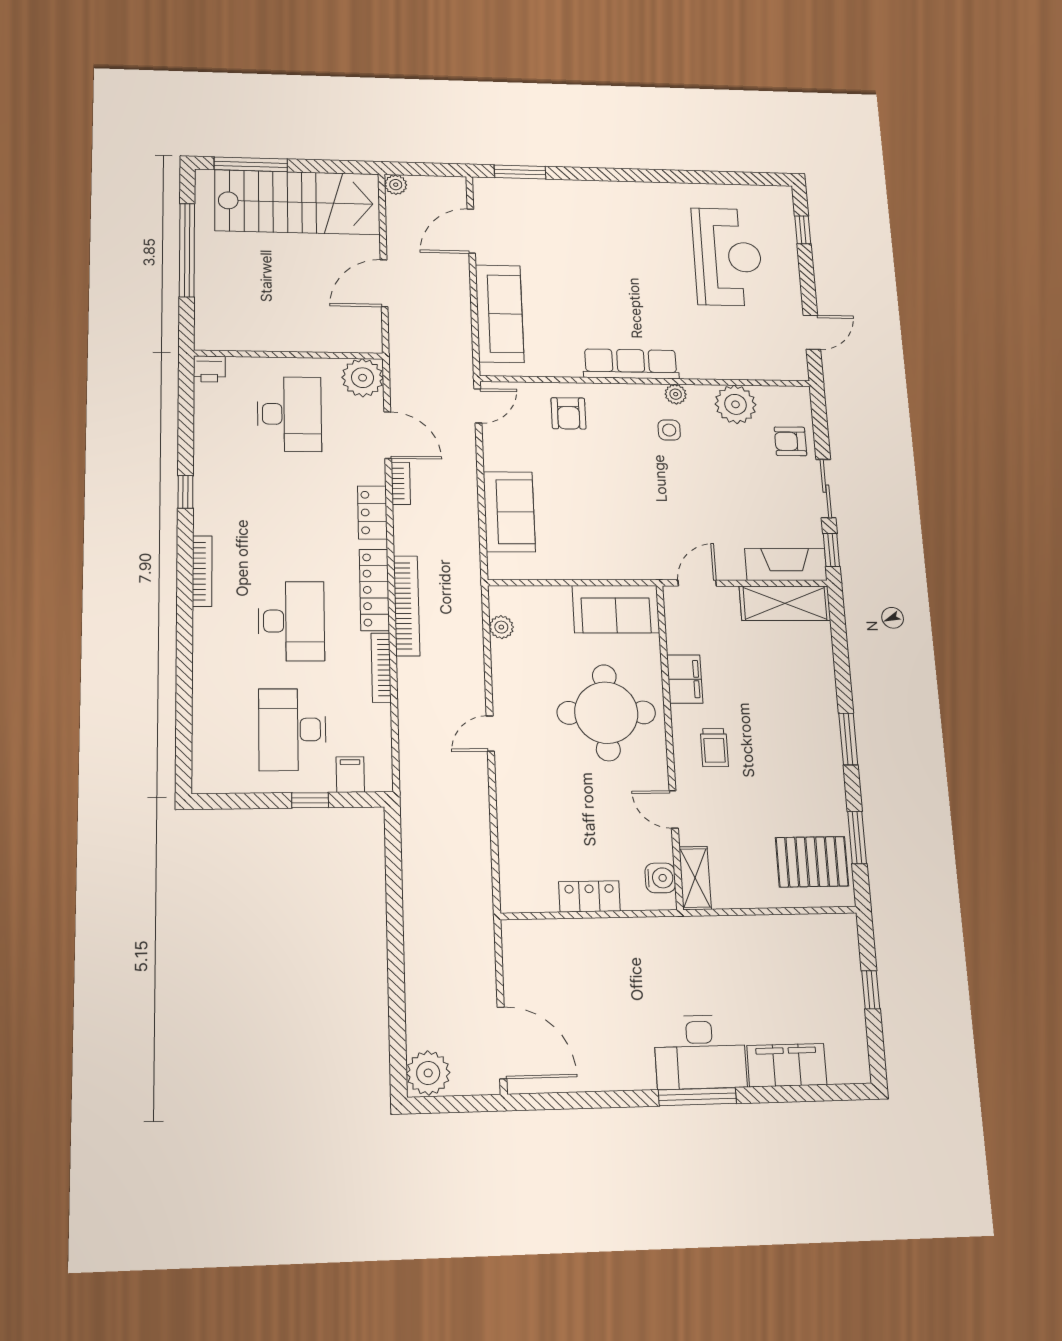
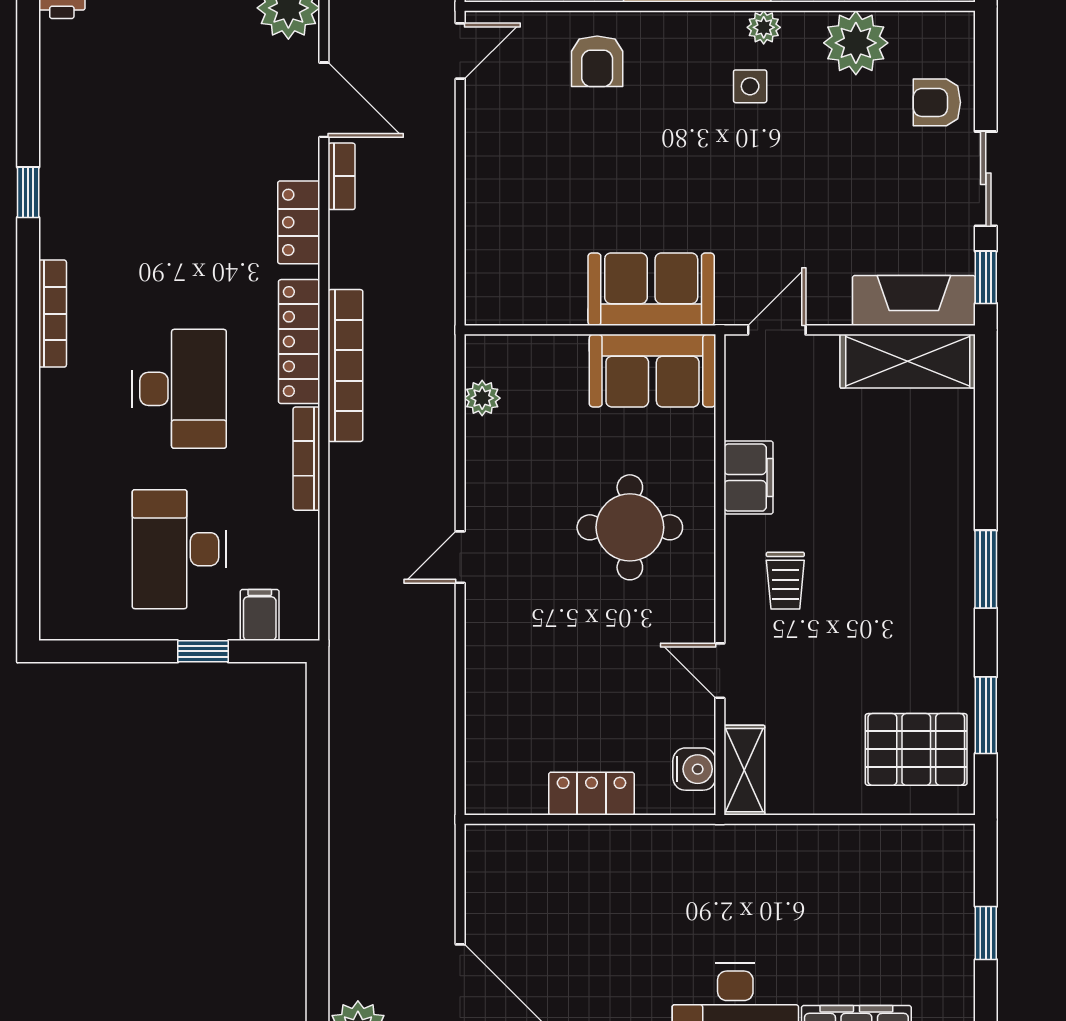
desk: (289, 414) -> (179, 68), removed
sofa: (509, 512) -> (651, 289), moved, turned -90
round table: (606, 713) -> (630, 527), width x0.73, depth x0.73

